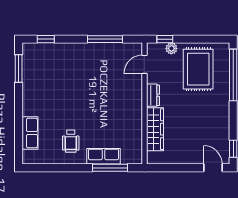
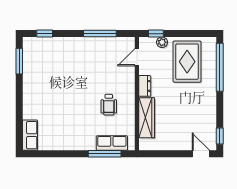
row of seats: (30, 133) -> (30, 135), moved
wheelchair: (71, 141) -> (109, 105), moved
row of seats: (103, 156) -> (112, 143), moved

